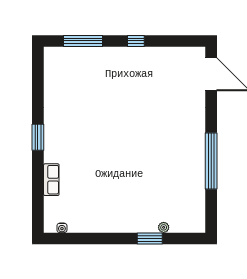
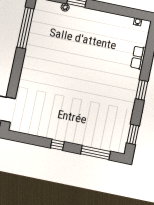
window: (38, 76) -> (133, 134), added
window: (211, 161) -> (25, 28), moved

